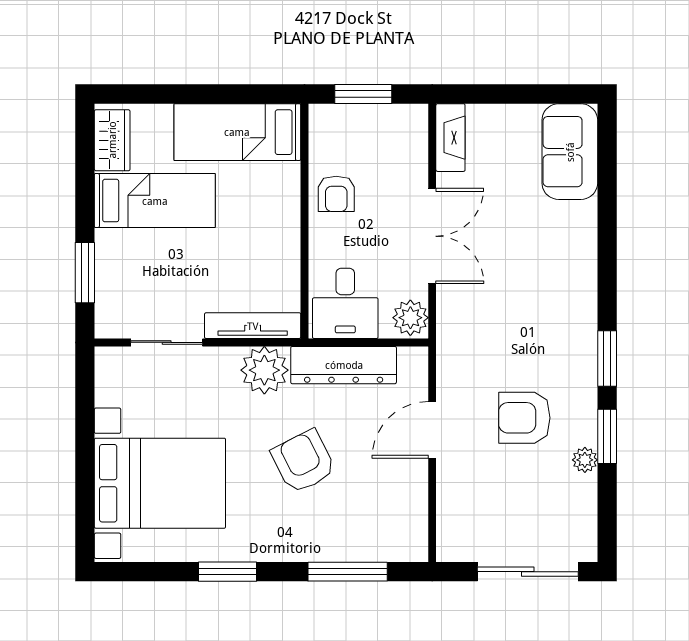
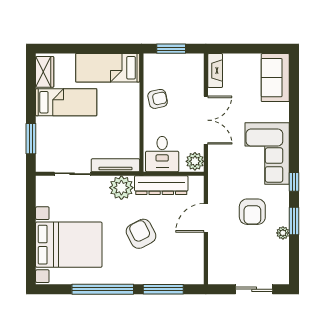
armchair: (336, 194) -> (158, 99), turned -102
corner sofa: (554, 302) -> (267, 154), added
window: (607, 358) -> (294, 182), width x0.67
armchair: (524, 418) -> (252, 212), turned -90
window: (227, 572) -> (103, 289), width x2.11
sliding door: (528, 572) -> (254, 289), width x0.73

